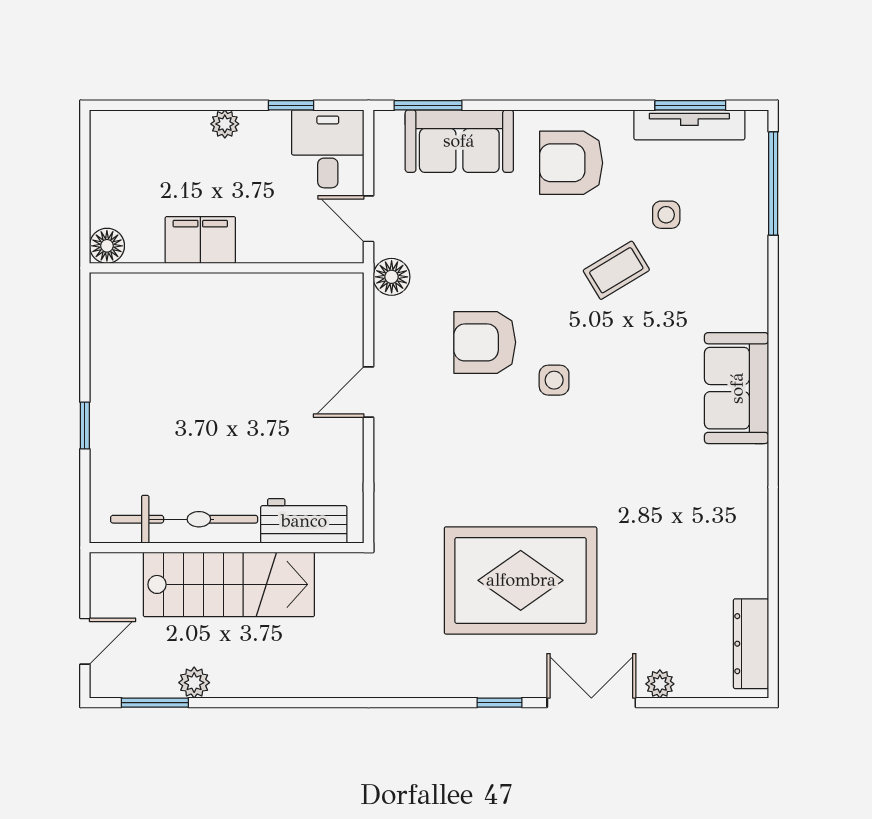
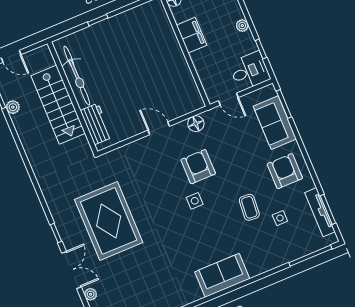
door: (369, 219) -> (228, 99), swing flipped
coffee table: (616, 270) -> (249, 207), turned 36
floor lamp: (392, 277) -> (196, 124), moved

